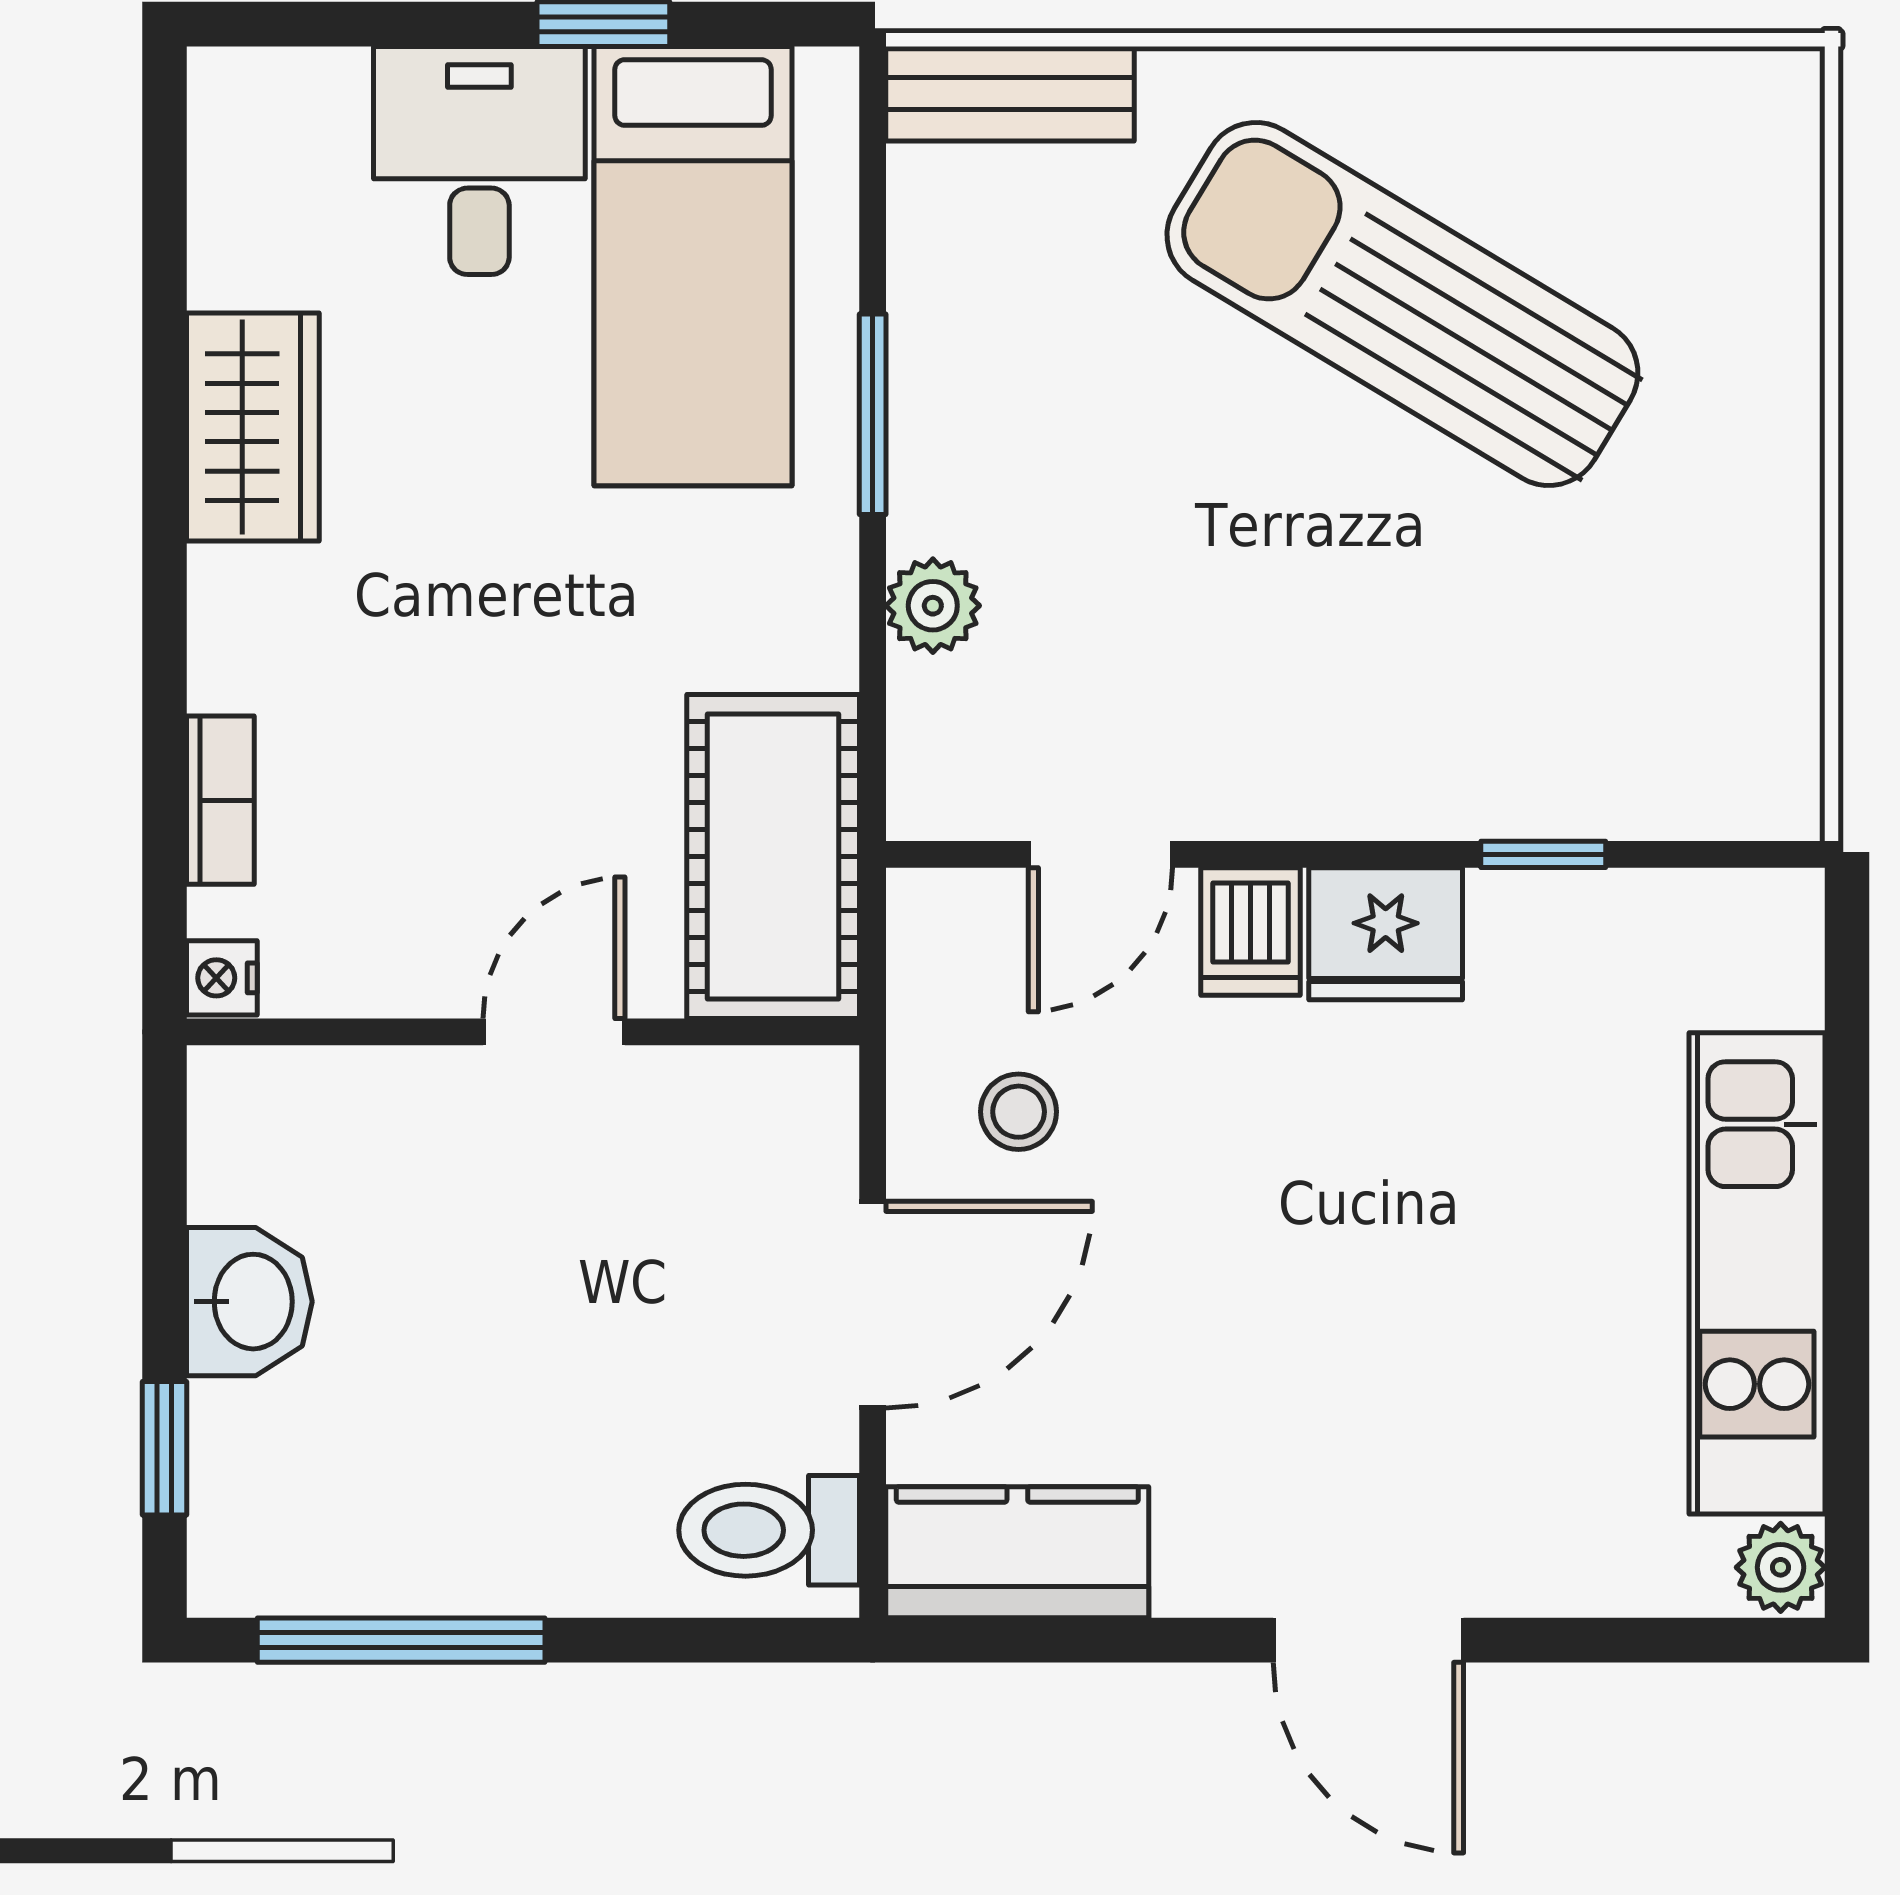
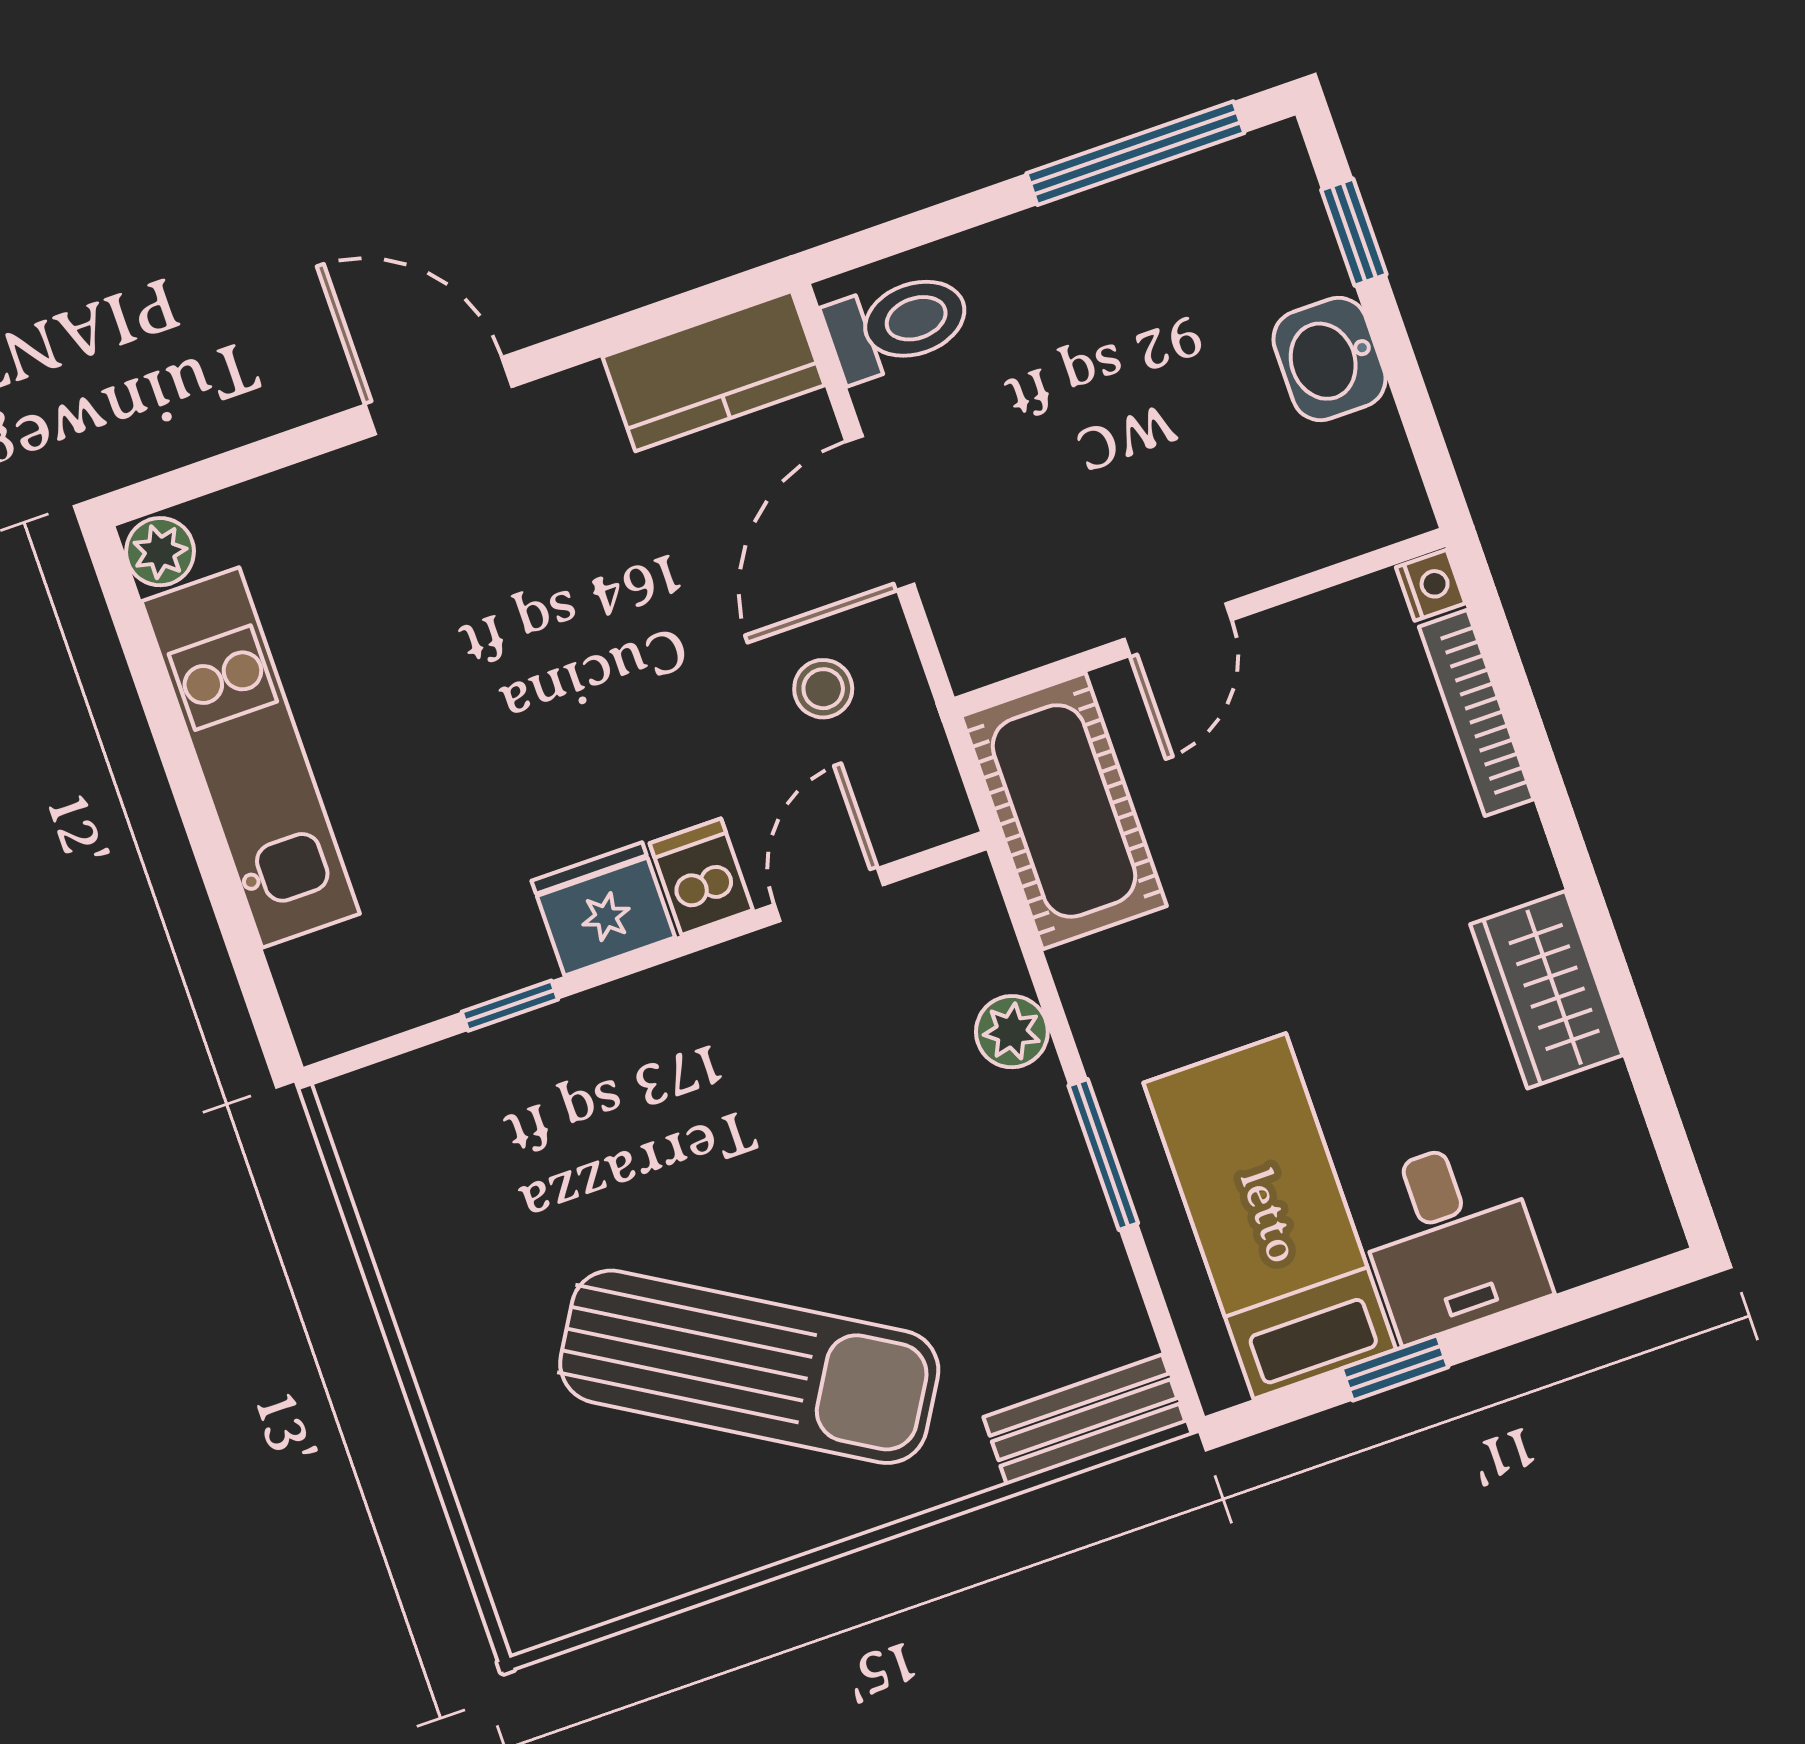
bookcase: (220, 800) -> (1476, 713), width x1.56

